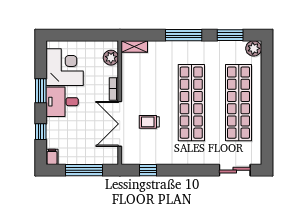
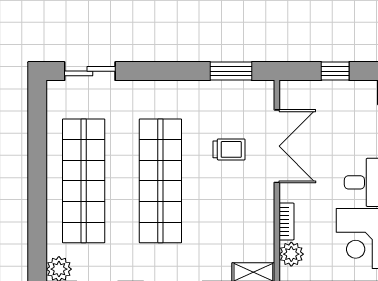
bookcase: (114, 89) -> (286, 221), moved
window: (84, 170) -> (335, 71), width x0.46
window: (148, 170) -> (231, 71), width x1.50

